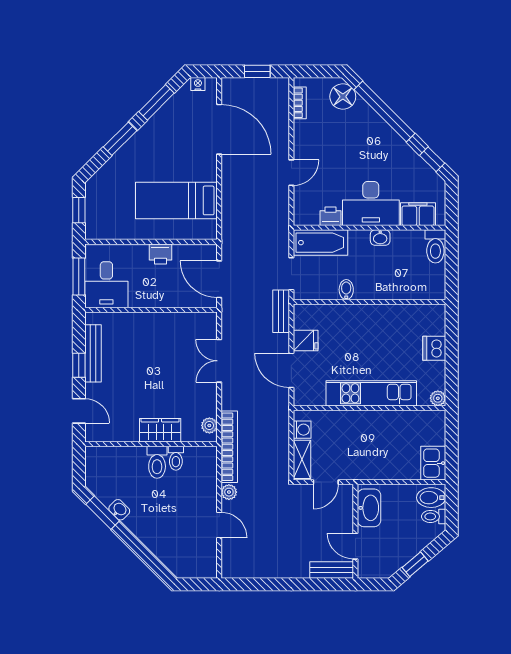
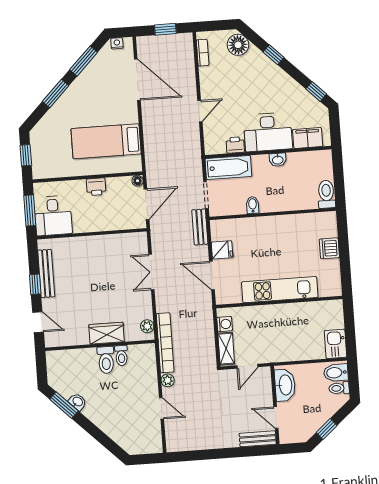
window: (384, 111) -> (274, 55), width x0.32
toilet: (435, 246) -> (326, 194), moved, turned 180
floor lamp: (211, 250) -> (138, 181), added
door: (219, 279) -> (146, 204), swing flipped
plant: (438, 398) -> (335, 290), removed

